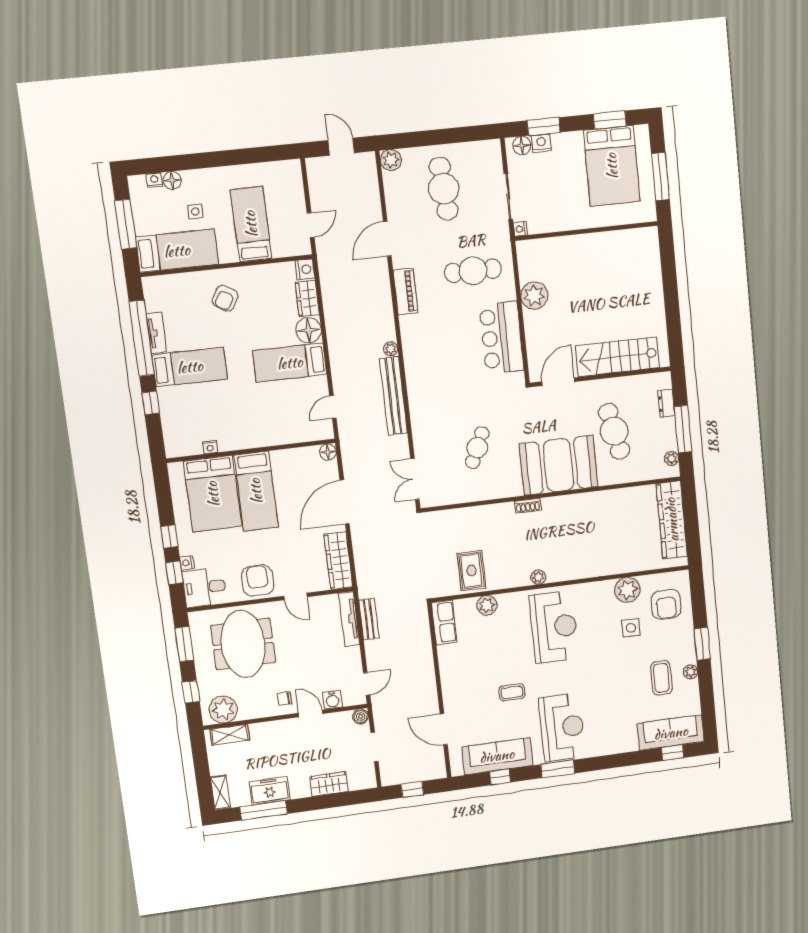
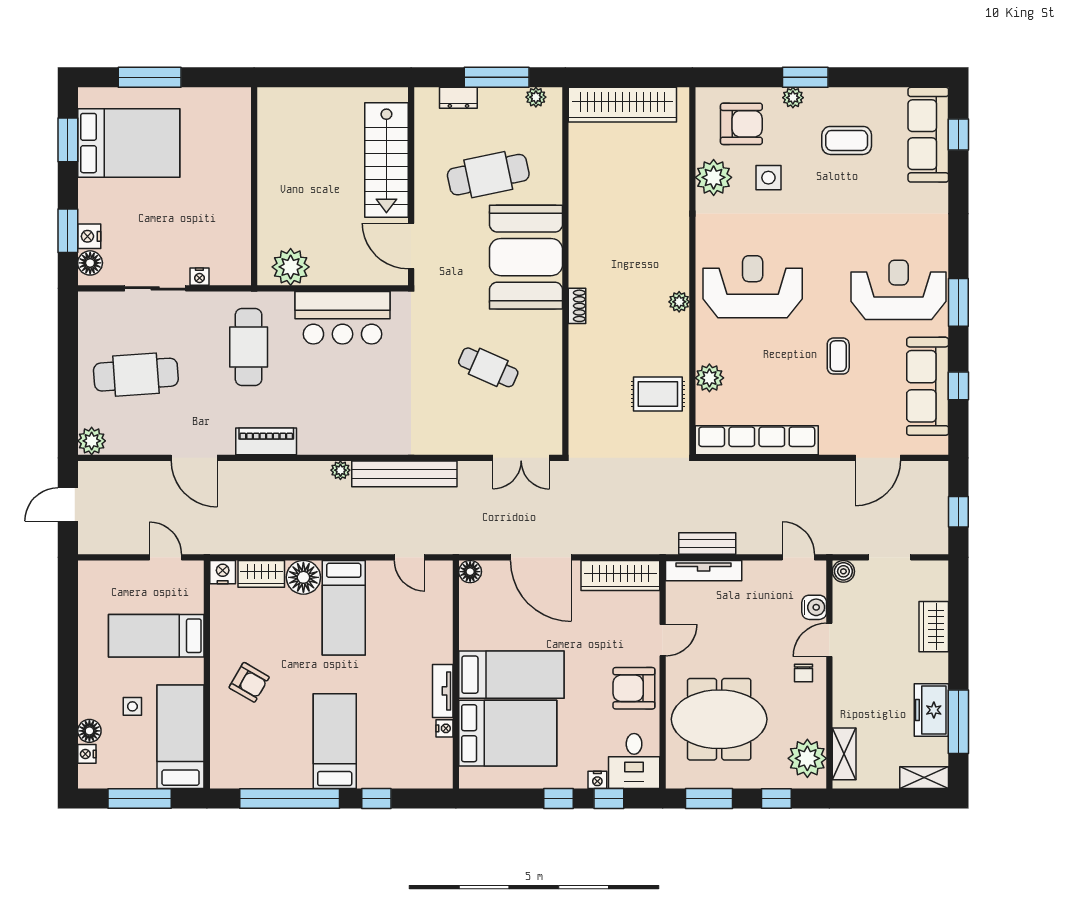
wall: (586, 231) -> (254, 186), moved
tv unit: (156, 333) -> (443, 691), moved, turned -90
row of seats: (444, 622) -> (757, 440), width x2.02
plant: (691, 672) -> (793, 98), moved

